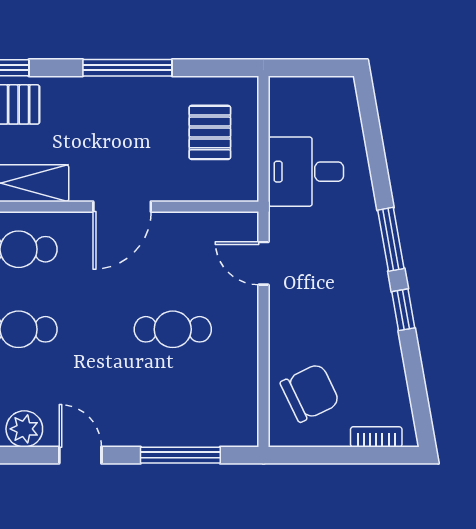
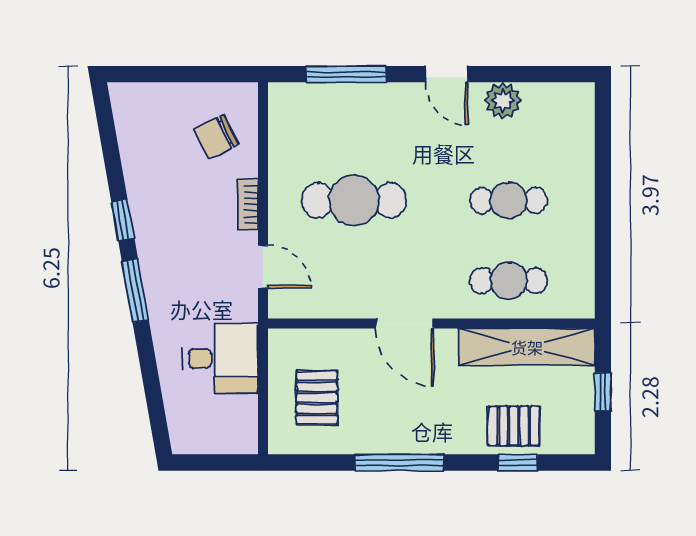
door: (122, 207) -> (405, 323), swing flipped
cafe table: (173, 329) -> (354, 200), width x1.37, depth x1.35
chair: (310, 393) -> (216, 137), width x0.73, depth x0.73
bookcase: (376, 437) -> (248, 204), moved, turned 90

